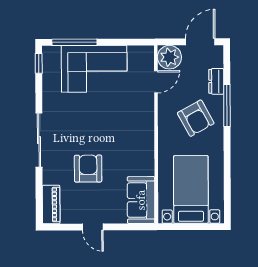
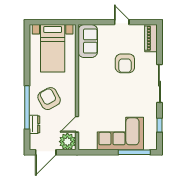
window: (39, 63) -> (159, 125), moved
window: (227, 106) -> (27, 107), width x1.46

